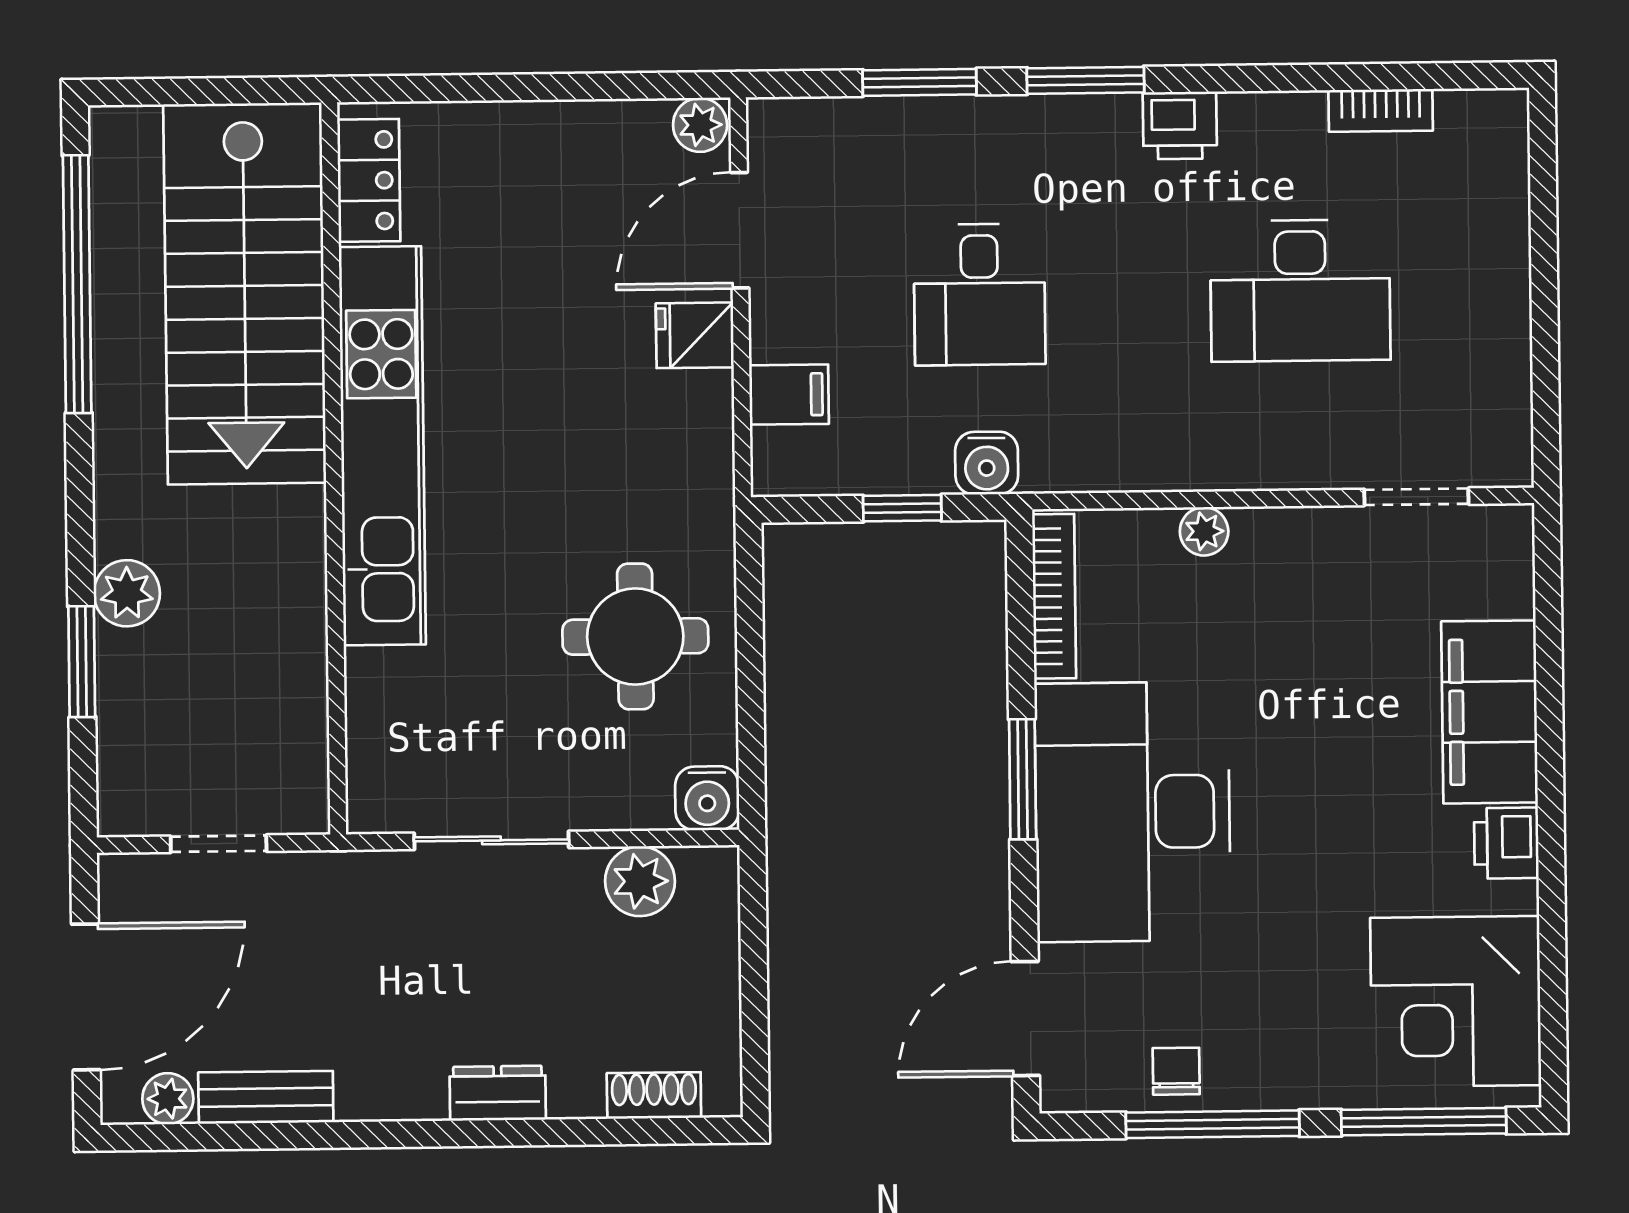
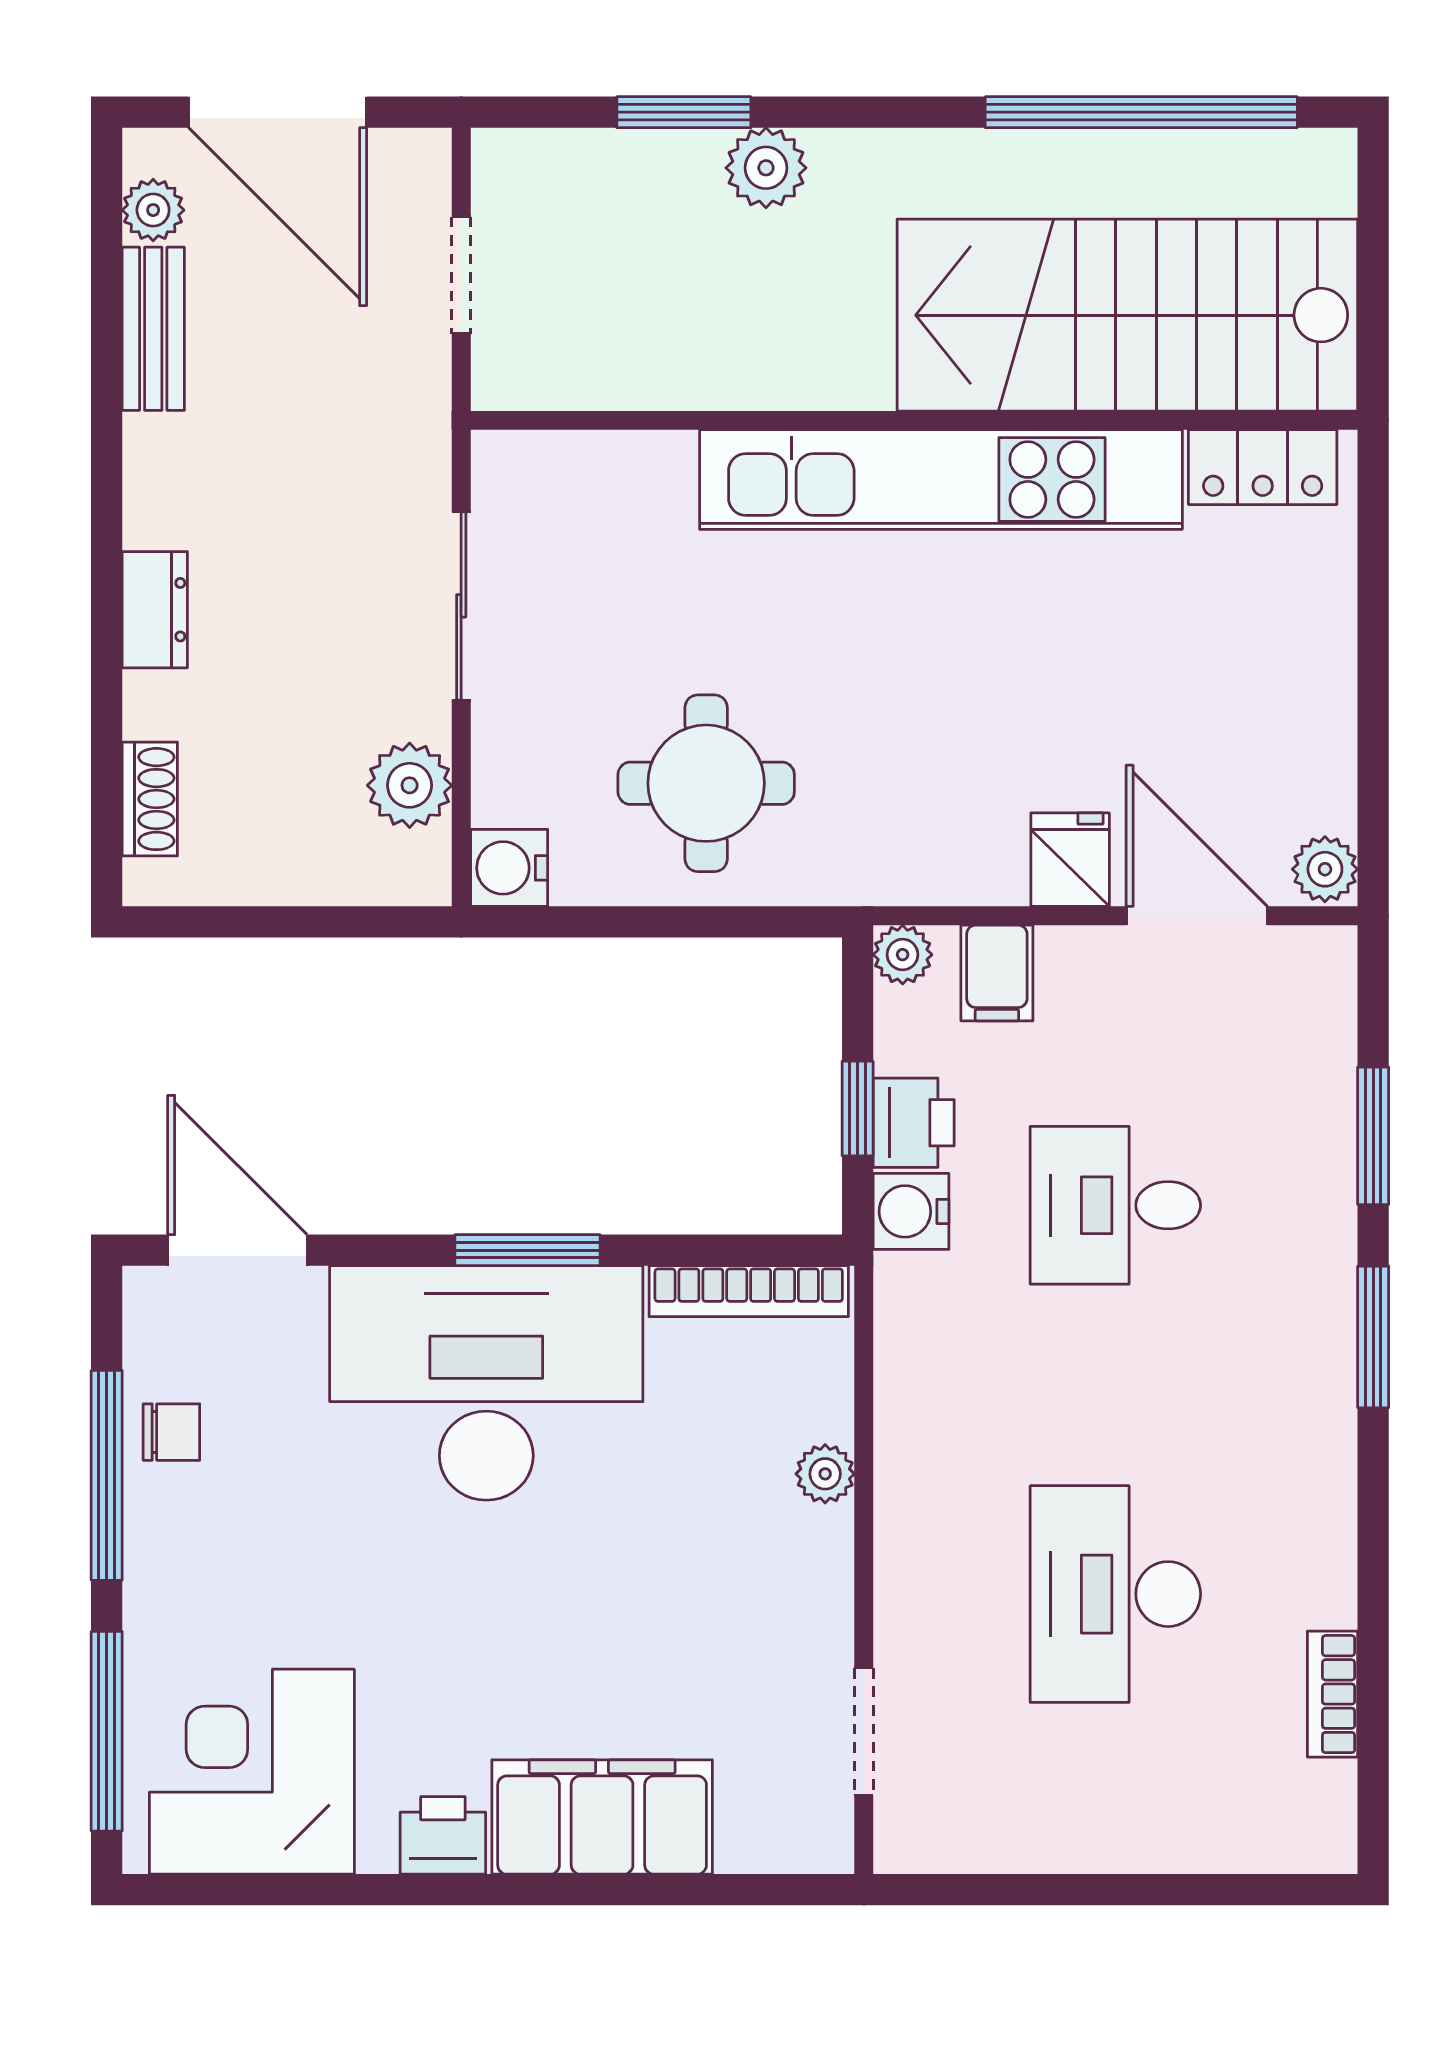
printer: (1180, 125) -> (914, 1123), moved, turned 180
plant: (775, 473) -> (903, 955), added

